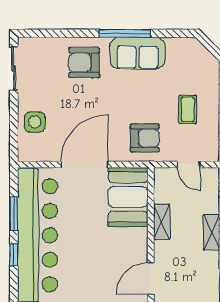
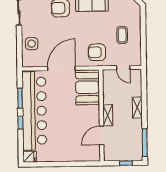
armchair: (145, 138) -> (97, 52), turned 180
shelving: (162, 222) -> (108, 115), moved

